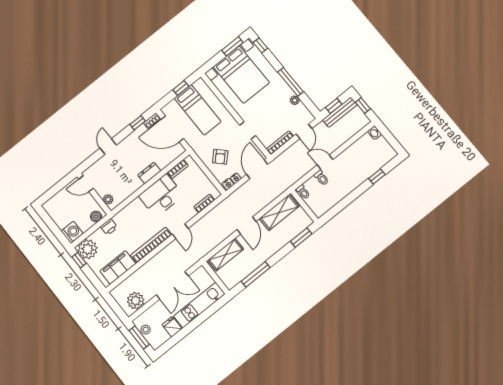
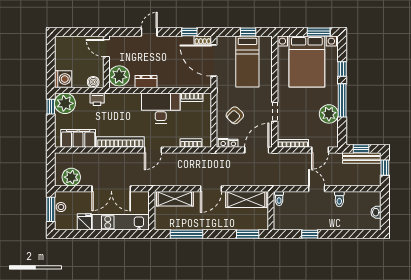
window: (260, 45) -> (342, 69), moved
plant: (295, 100) -> (329, 114), width x1.88, depth x1.88
washbasin: (375, 133) -> (376, 212), moved
dresser: (149, 173) -> (146, 82), moved
window: (377, 176) -> (310, 234), moved
toilet: (321, 178) -> (339, 199), moved
plant: (108, 199) -> (119, 76), width x1.87, depth x1.87

